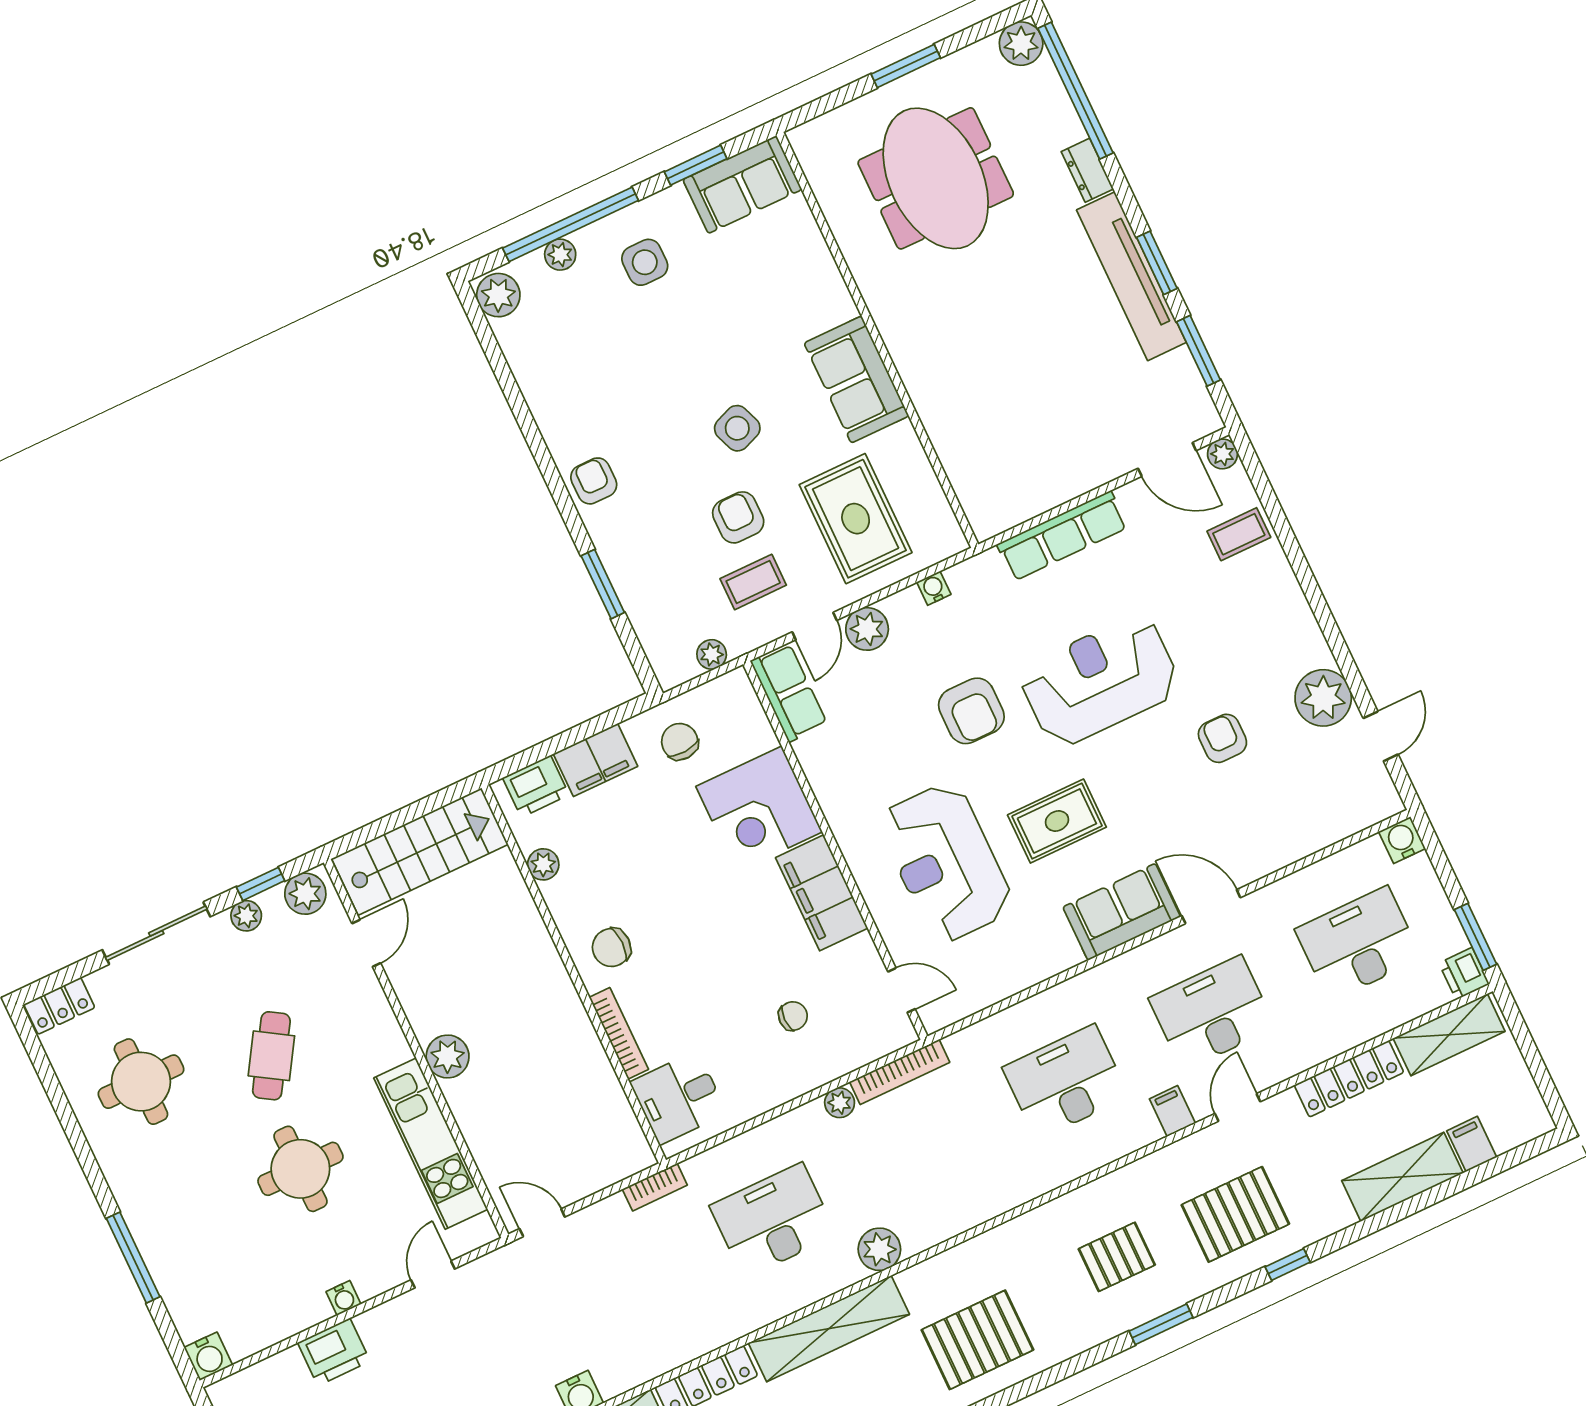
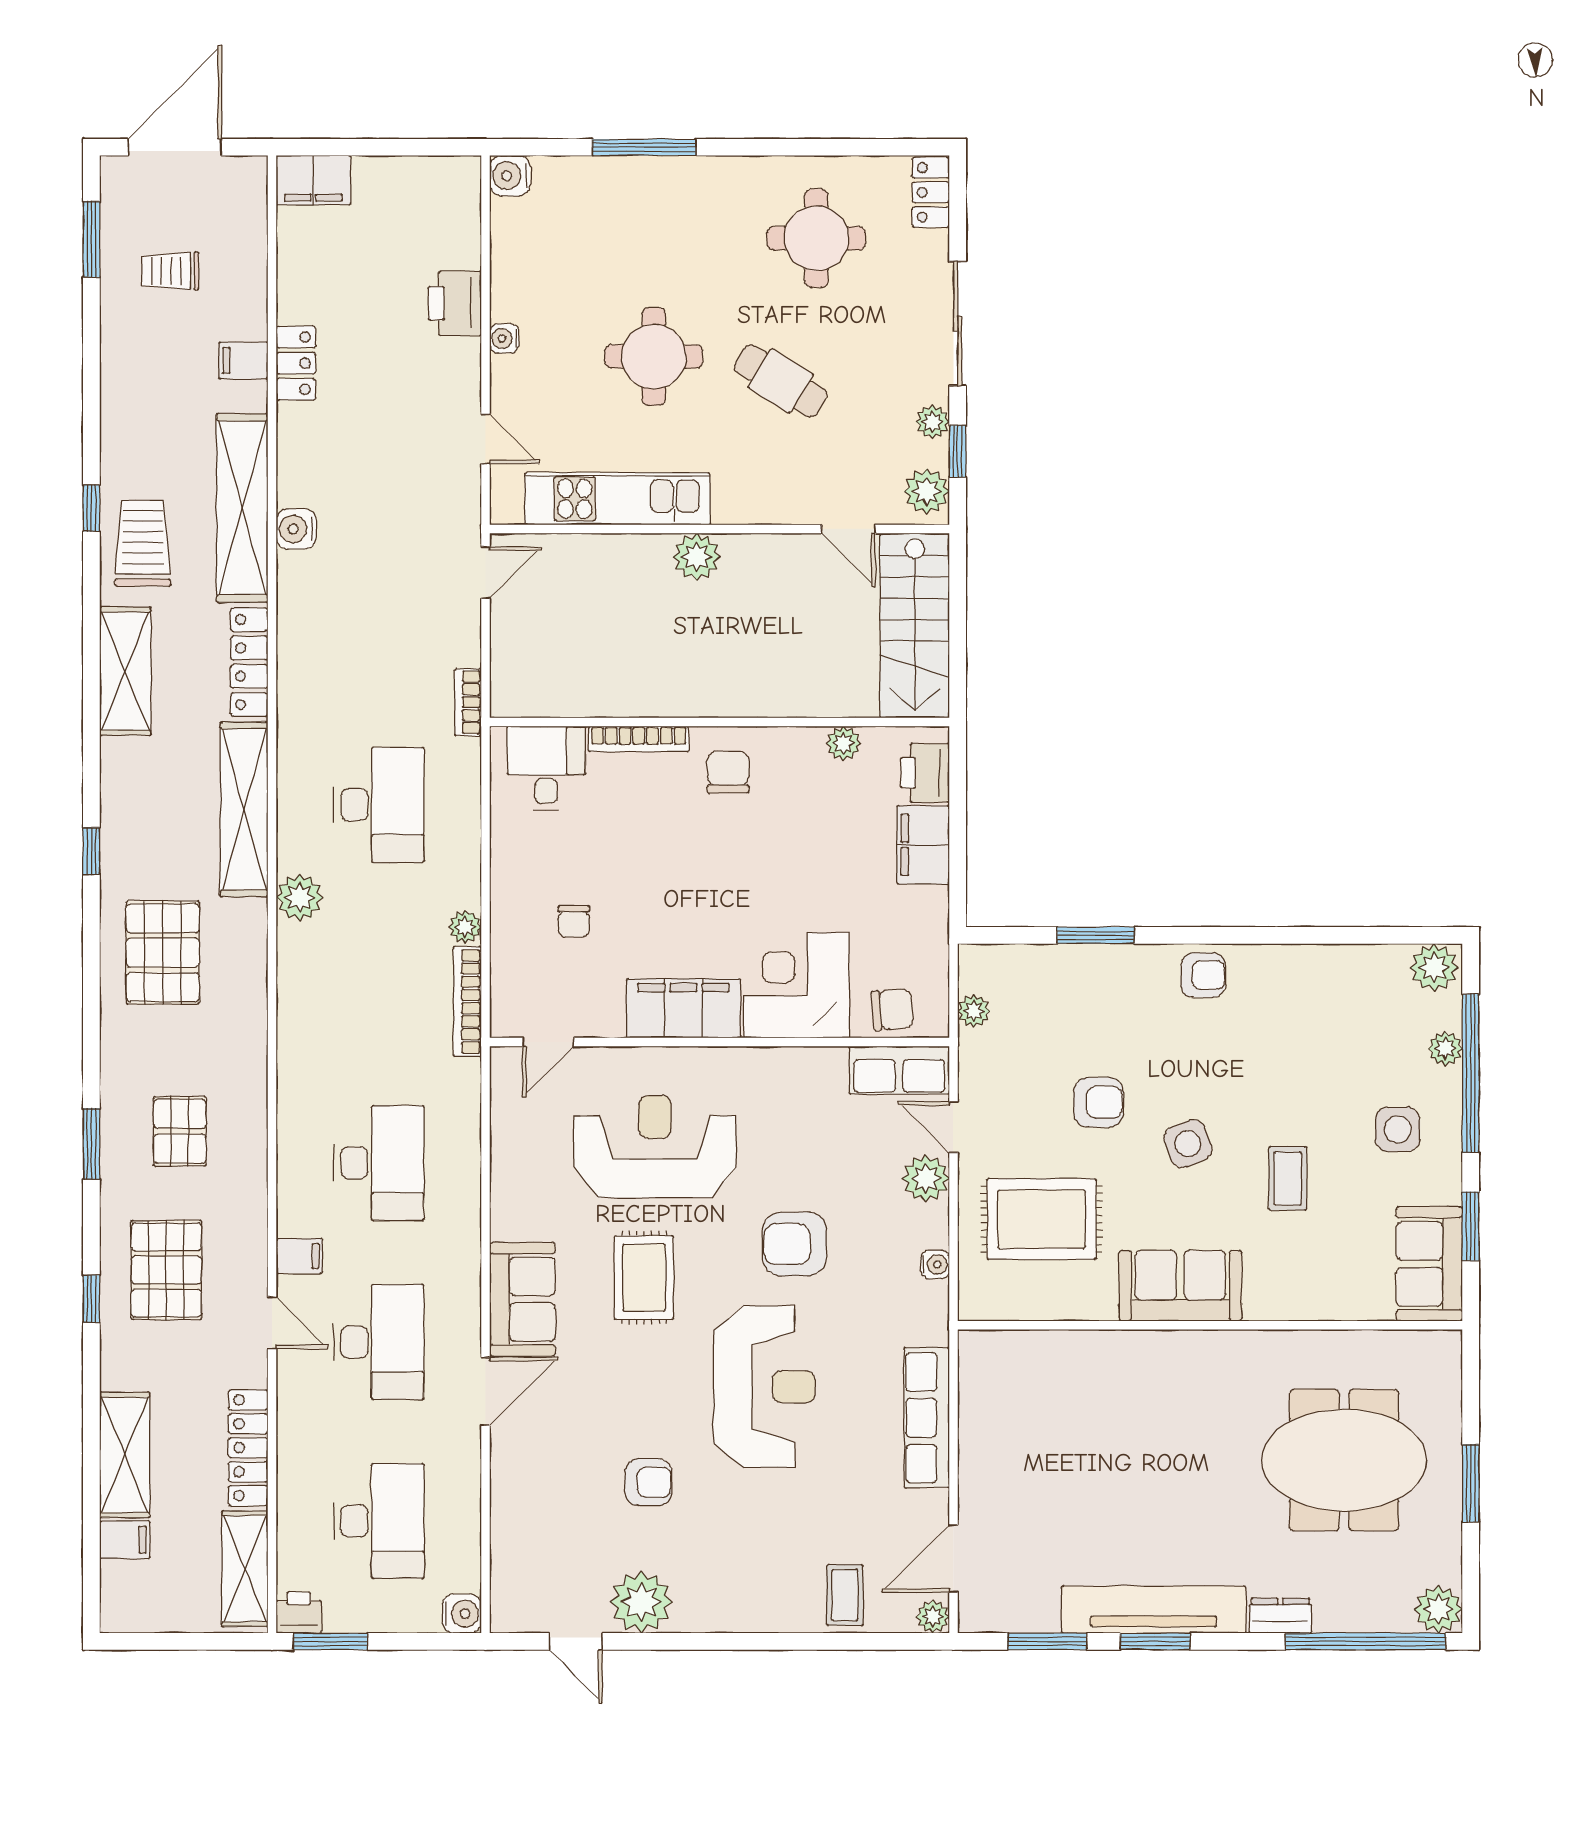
coffee table: (753, 582) -> (1288, 1179), moved
chair: (680, 742) -> (892, 1010), moved

